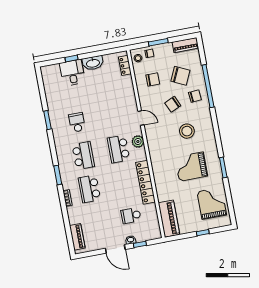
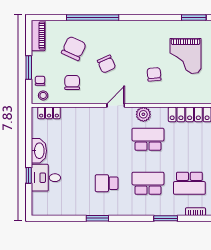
chair: (195, 96) -> (154, 74), moved
stool: (187, 131) -> (142, 53), removed
school desk: (119, 149) -> (148, 139), turned 180

